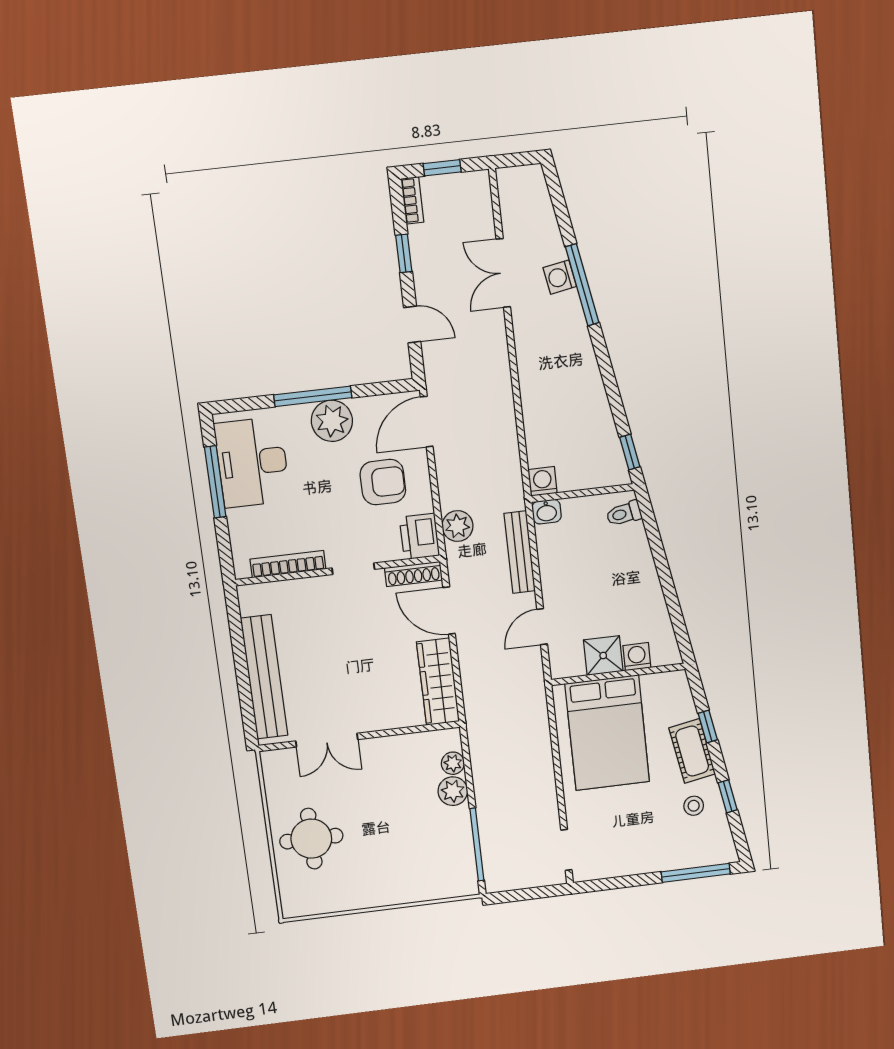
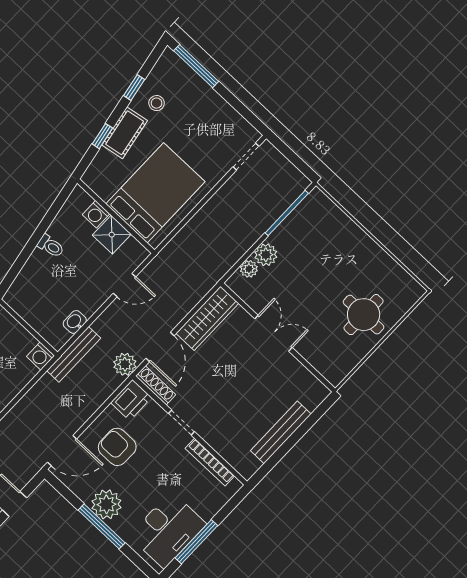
washbasin: (547, 512) -> (75, 322), moved, turned -90
toilet: (624, 514) -> (51, 246), moved
plant: (457, 526) -> (125, 364), moved
bench: (520, 552) -> (74, 354), moved
bench: (264, 677) -> (281, 432), width x0.73, depth x0.82
double door: (327, 740) -> (273, 333), moved

